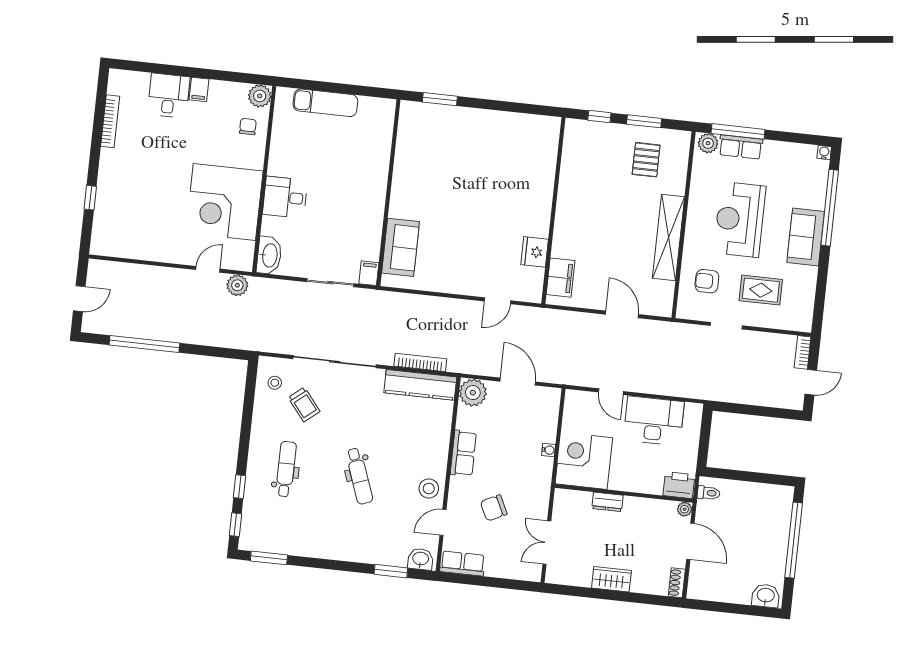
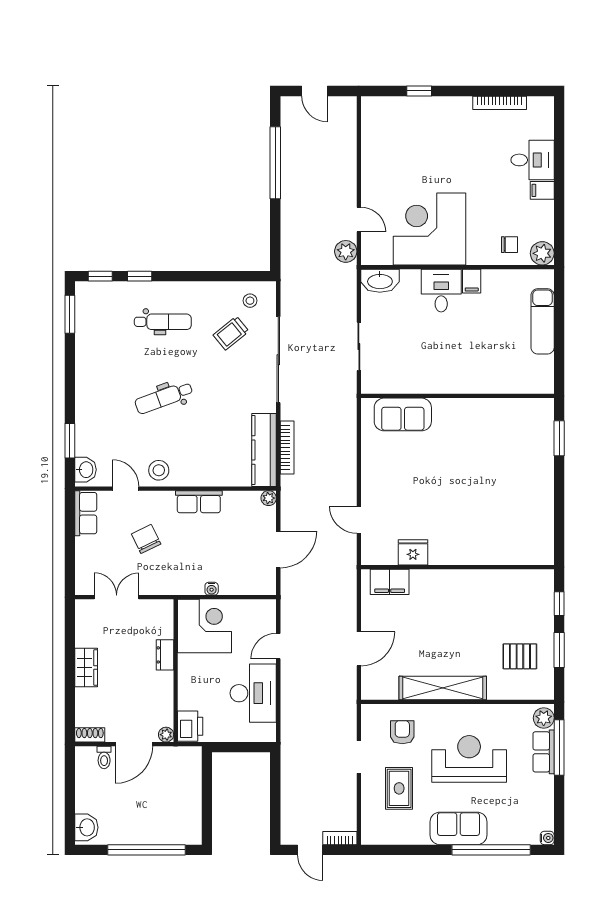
filing cabinet: (369, 273) -> (472, 281), moved, turned 90
plant: (473, 393) -> (269, 498), width x0.53, depth x0.53
toilet: (709, 493) -> (104, 757), moved

